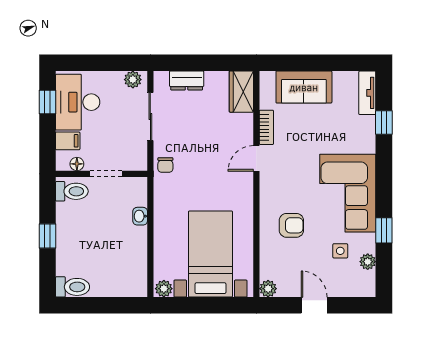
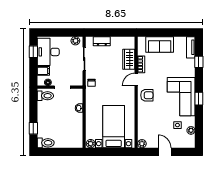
wardrobe: (241, 92) -> (129, 59), moved
armchair: (291, 225) -> (147, 95), moved
window: (384, 230) -> (199, 99), moved
window: (47, 236) -> (33, 128), moved

